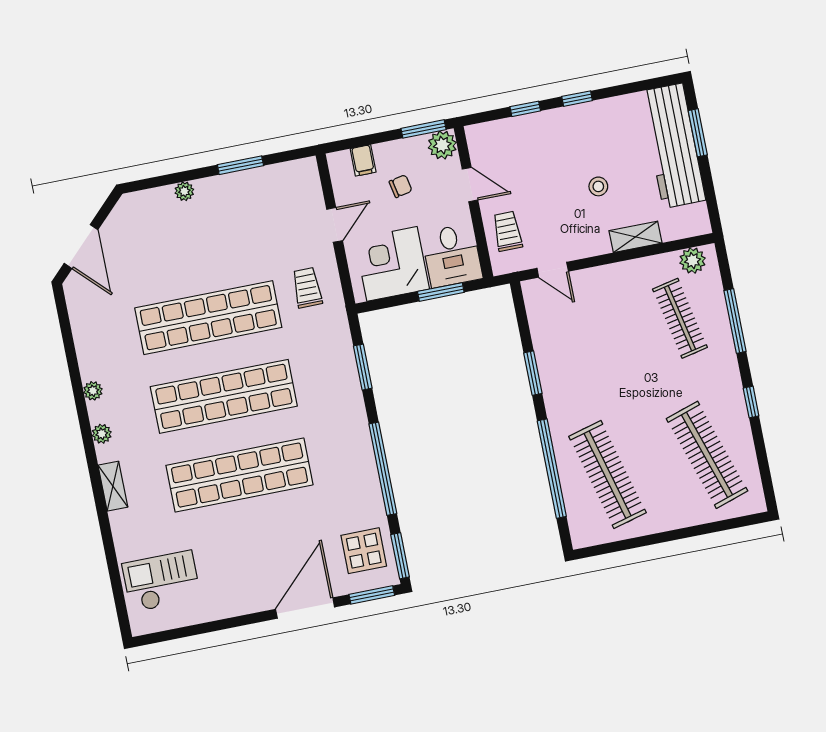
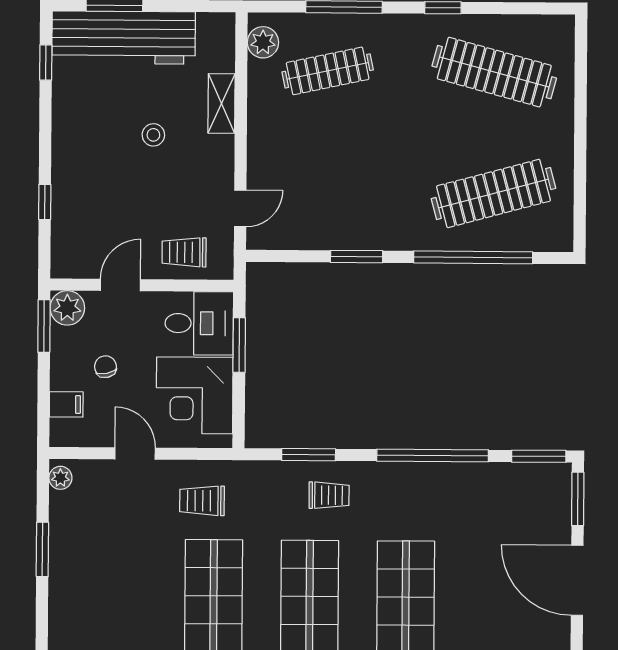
window: (577, 99) -> (46, 62), moved
plant: (184, 191) -> (60, 478), moved
trolley: (333, 391) -> (329, 495), added
clothes rail: (707, 455) -> (494, 72), turned 33
display table: (364, 551) -> (524, 498), removed

